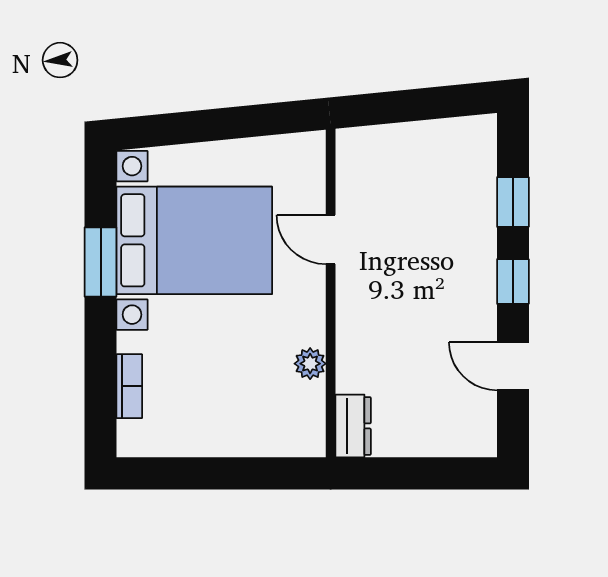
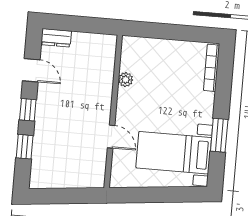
bed with nightstands: (194, 240) -> (174, 153), width x0.73
bookcase: (129, 386) -> (211, 68), width x1.56
dresser: (353, 426) -> (56, 38), moved, turned -90

